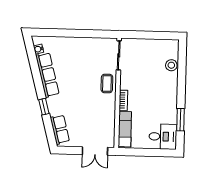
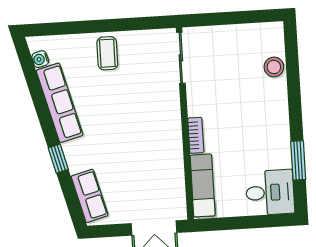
coffee table: (107, 84) -> (107, 53), moved

